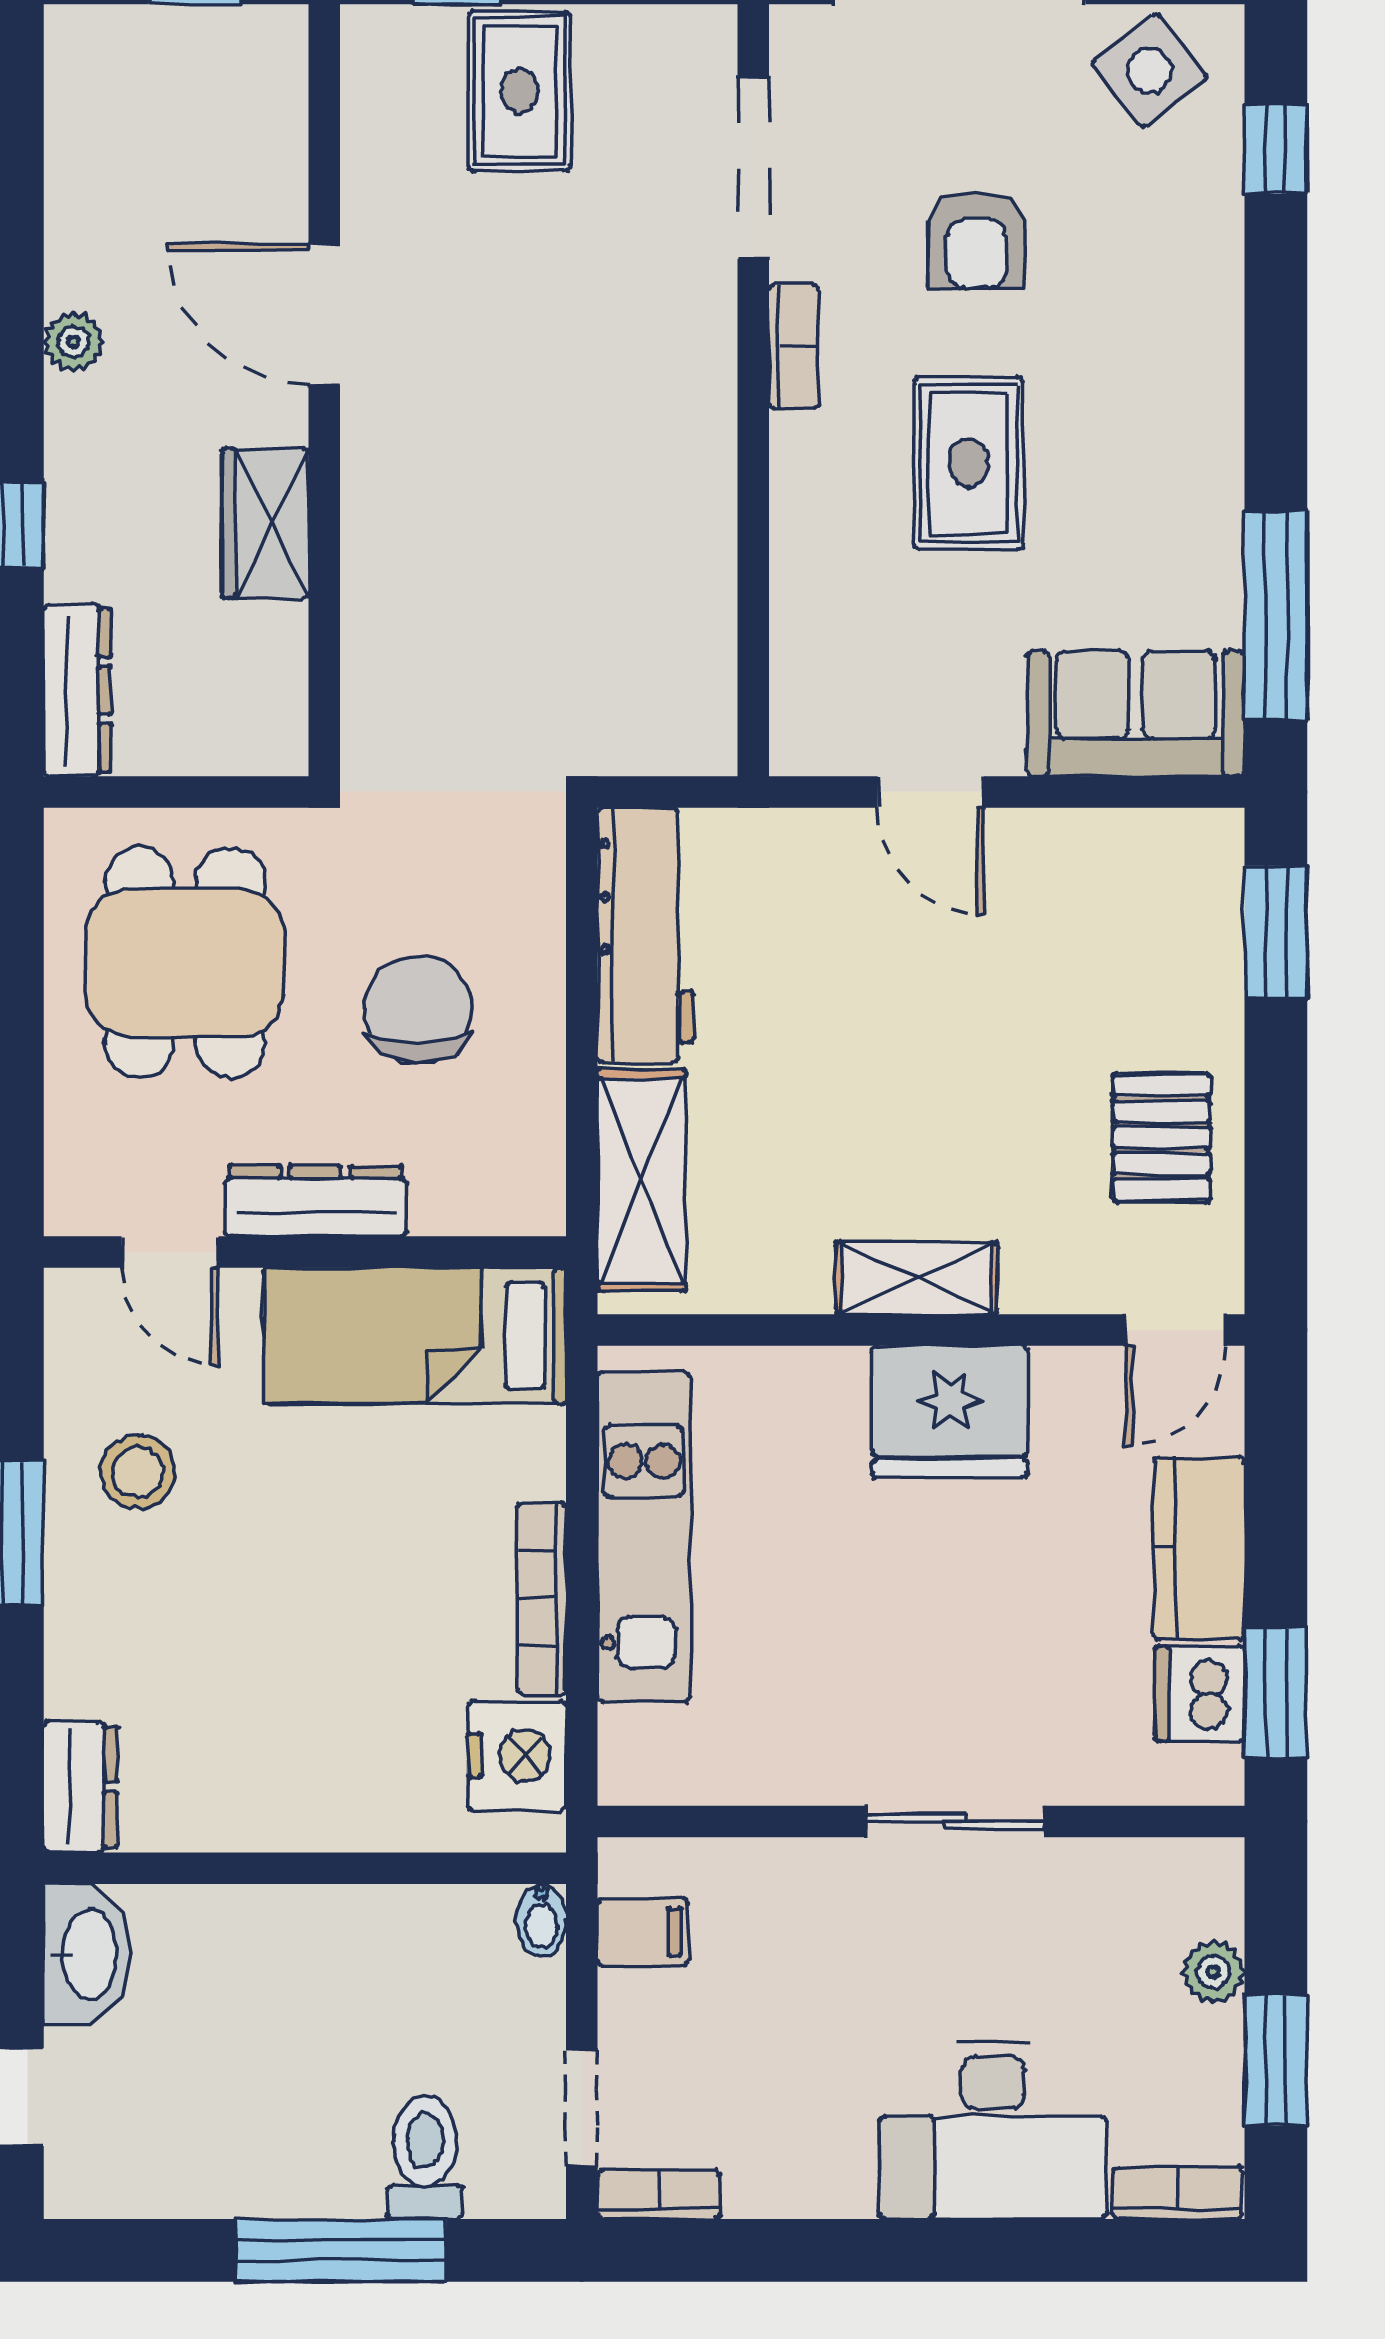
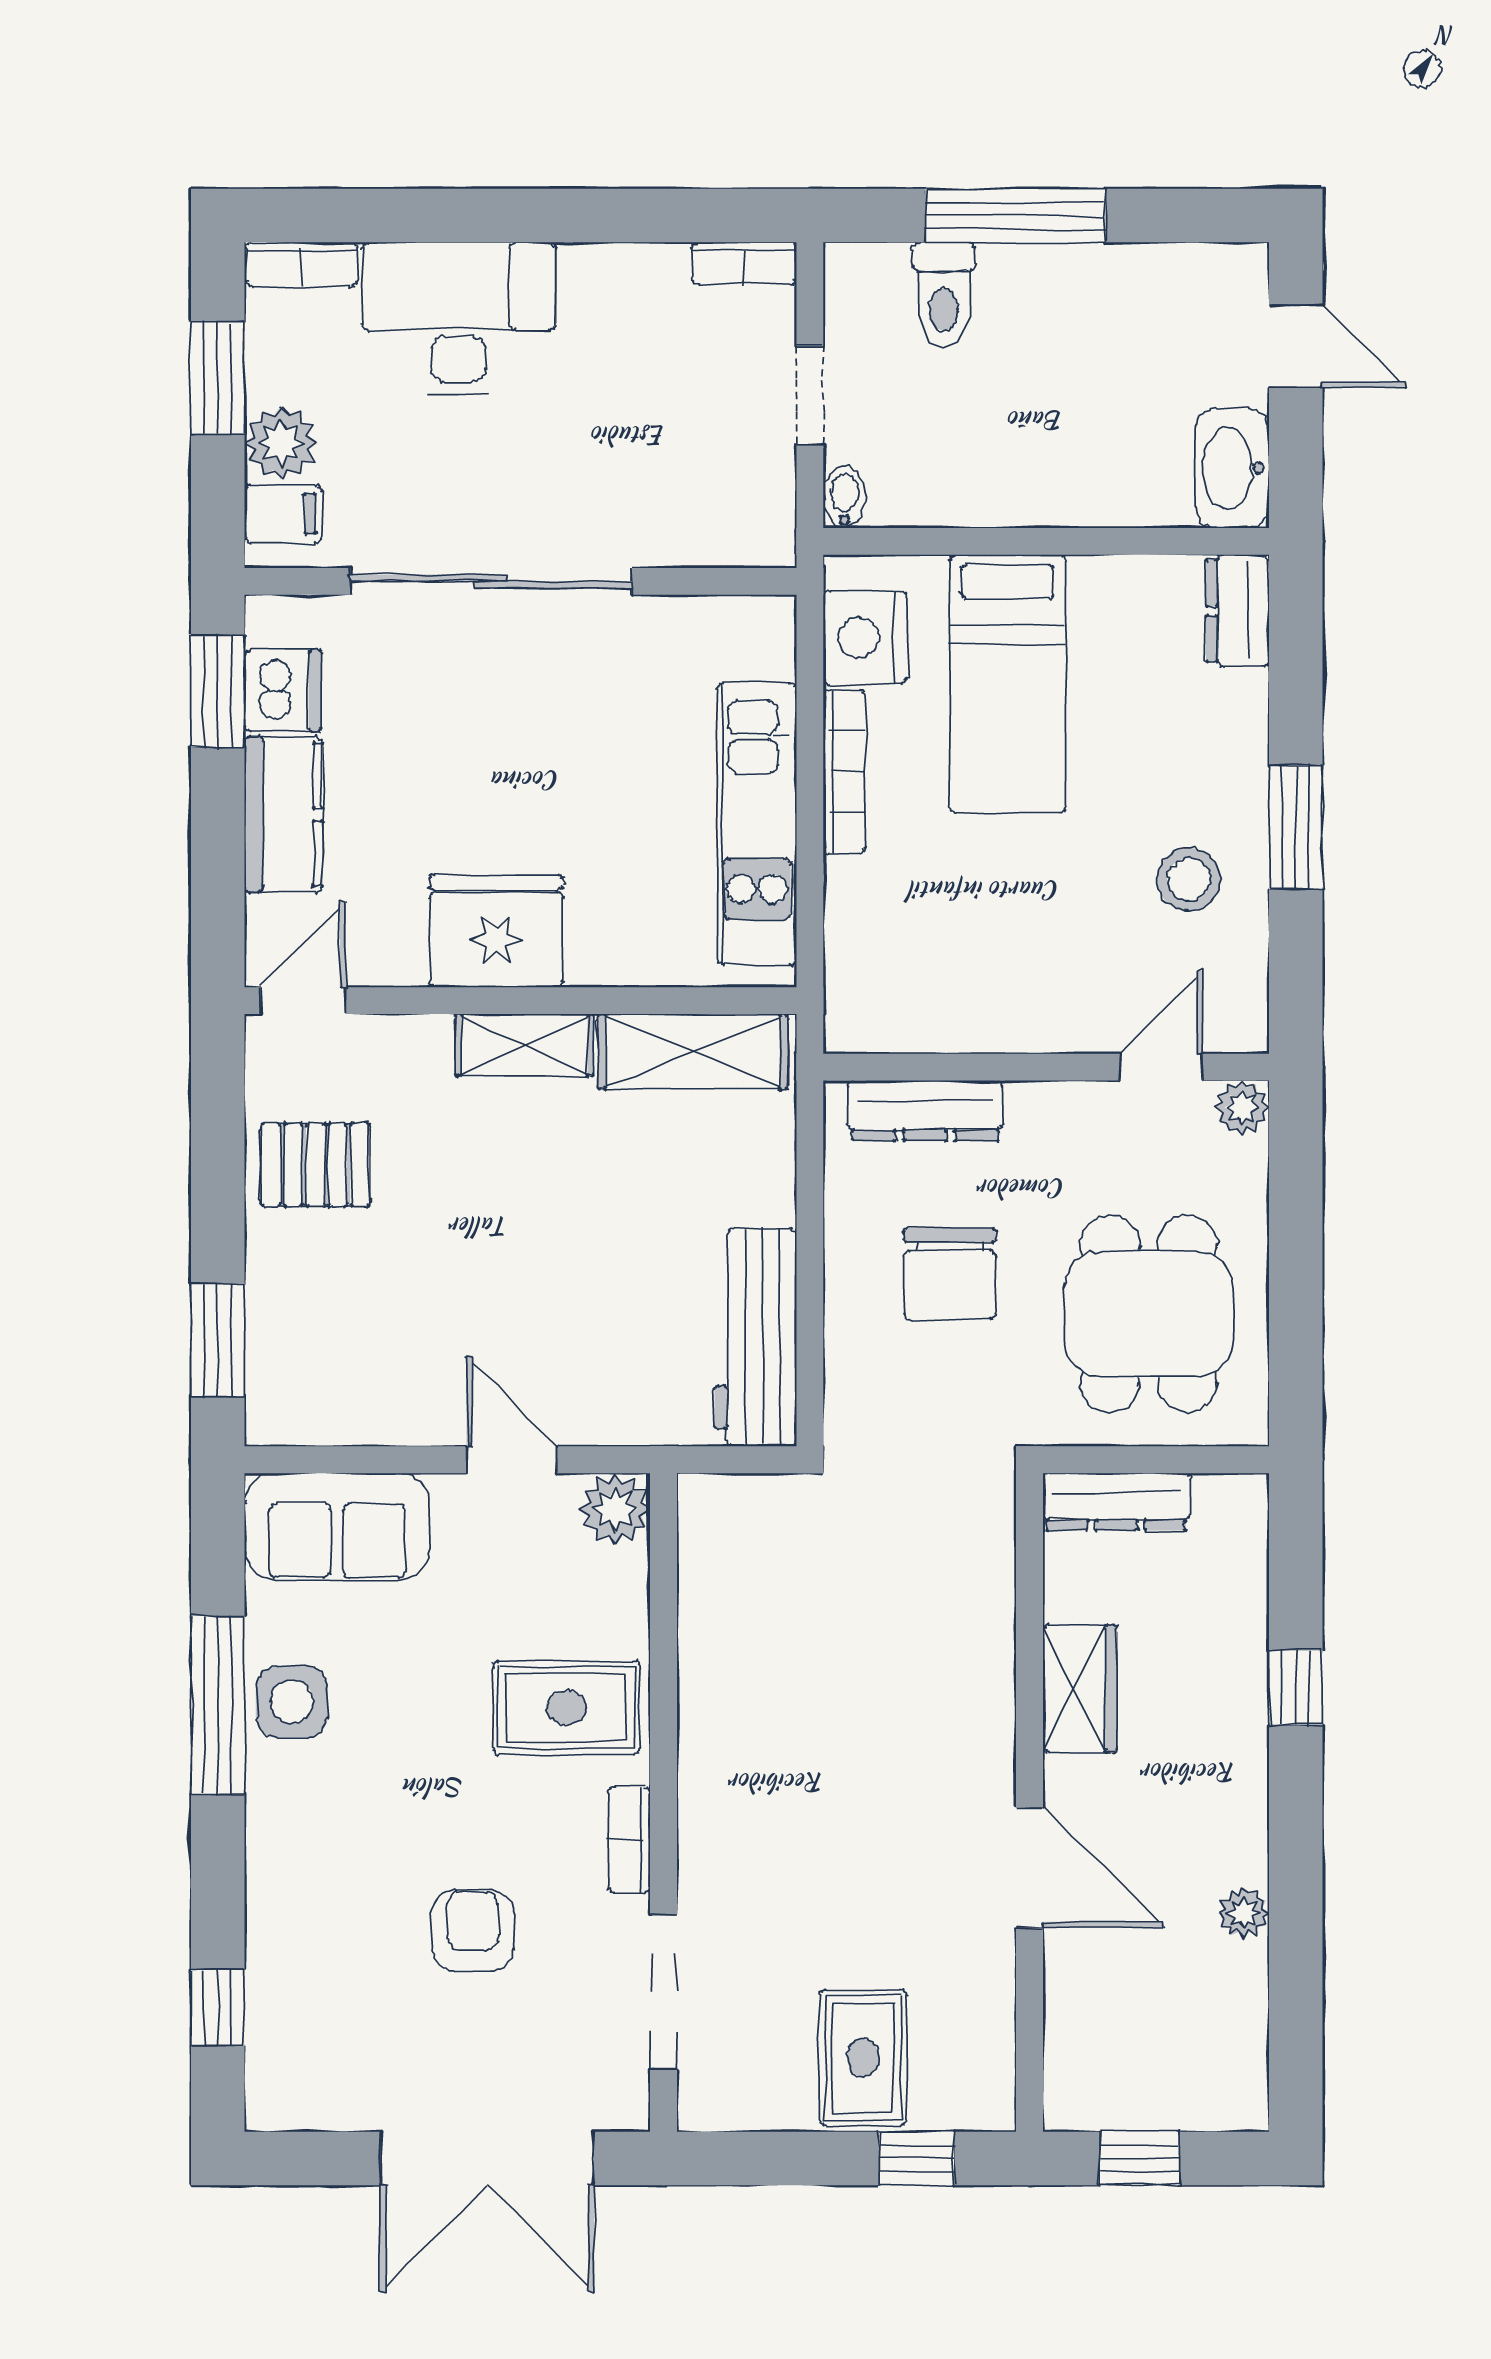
side table: (1149, 71) -> (292, 1702), moved, turned 38
plant: (73, 342) -> (1244, 1913), moved
rug: (968, 463) -> (566, 1708), moved, turned 90
window: (1276, 616) -> (218, 1705), moved
dresser: (77, 690) -> (1116, 1502), moved, turned -90
plant: (810, 734) -> (615, 1509), added
pallet: (1161, 1138) -> (315, 1165), turned 90
shelving: (642, 1180) -> (693, 1052), moved, turned 90
dresser: (316, 1201) -> (925, 1111), moved
plant: (75, 1205) -> (1242, 1107), added
door: (170, 1252) -> (1161, 1067), hinge flipped
bed: (415, 1336) -> (1007, 684), moved, turned 90
sliding door: (955, 1821) -> (491, 581), width x1.86
filing cabinet: (643, 1932) -> (283, 514), moved, turned 180
plant: (1213, 1972) -> (281, 443), width x1.38, depth x1.38
doorway: (582, 2108) -> (810, 396), moved

